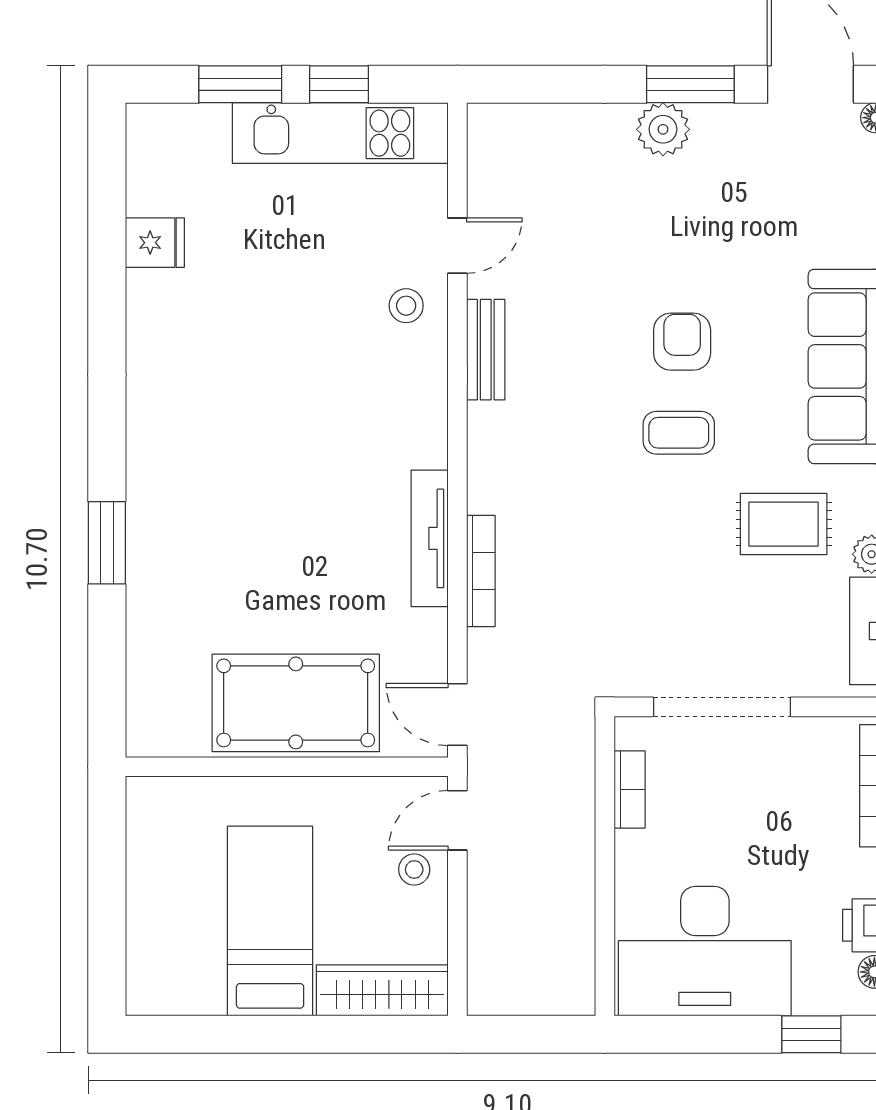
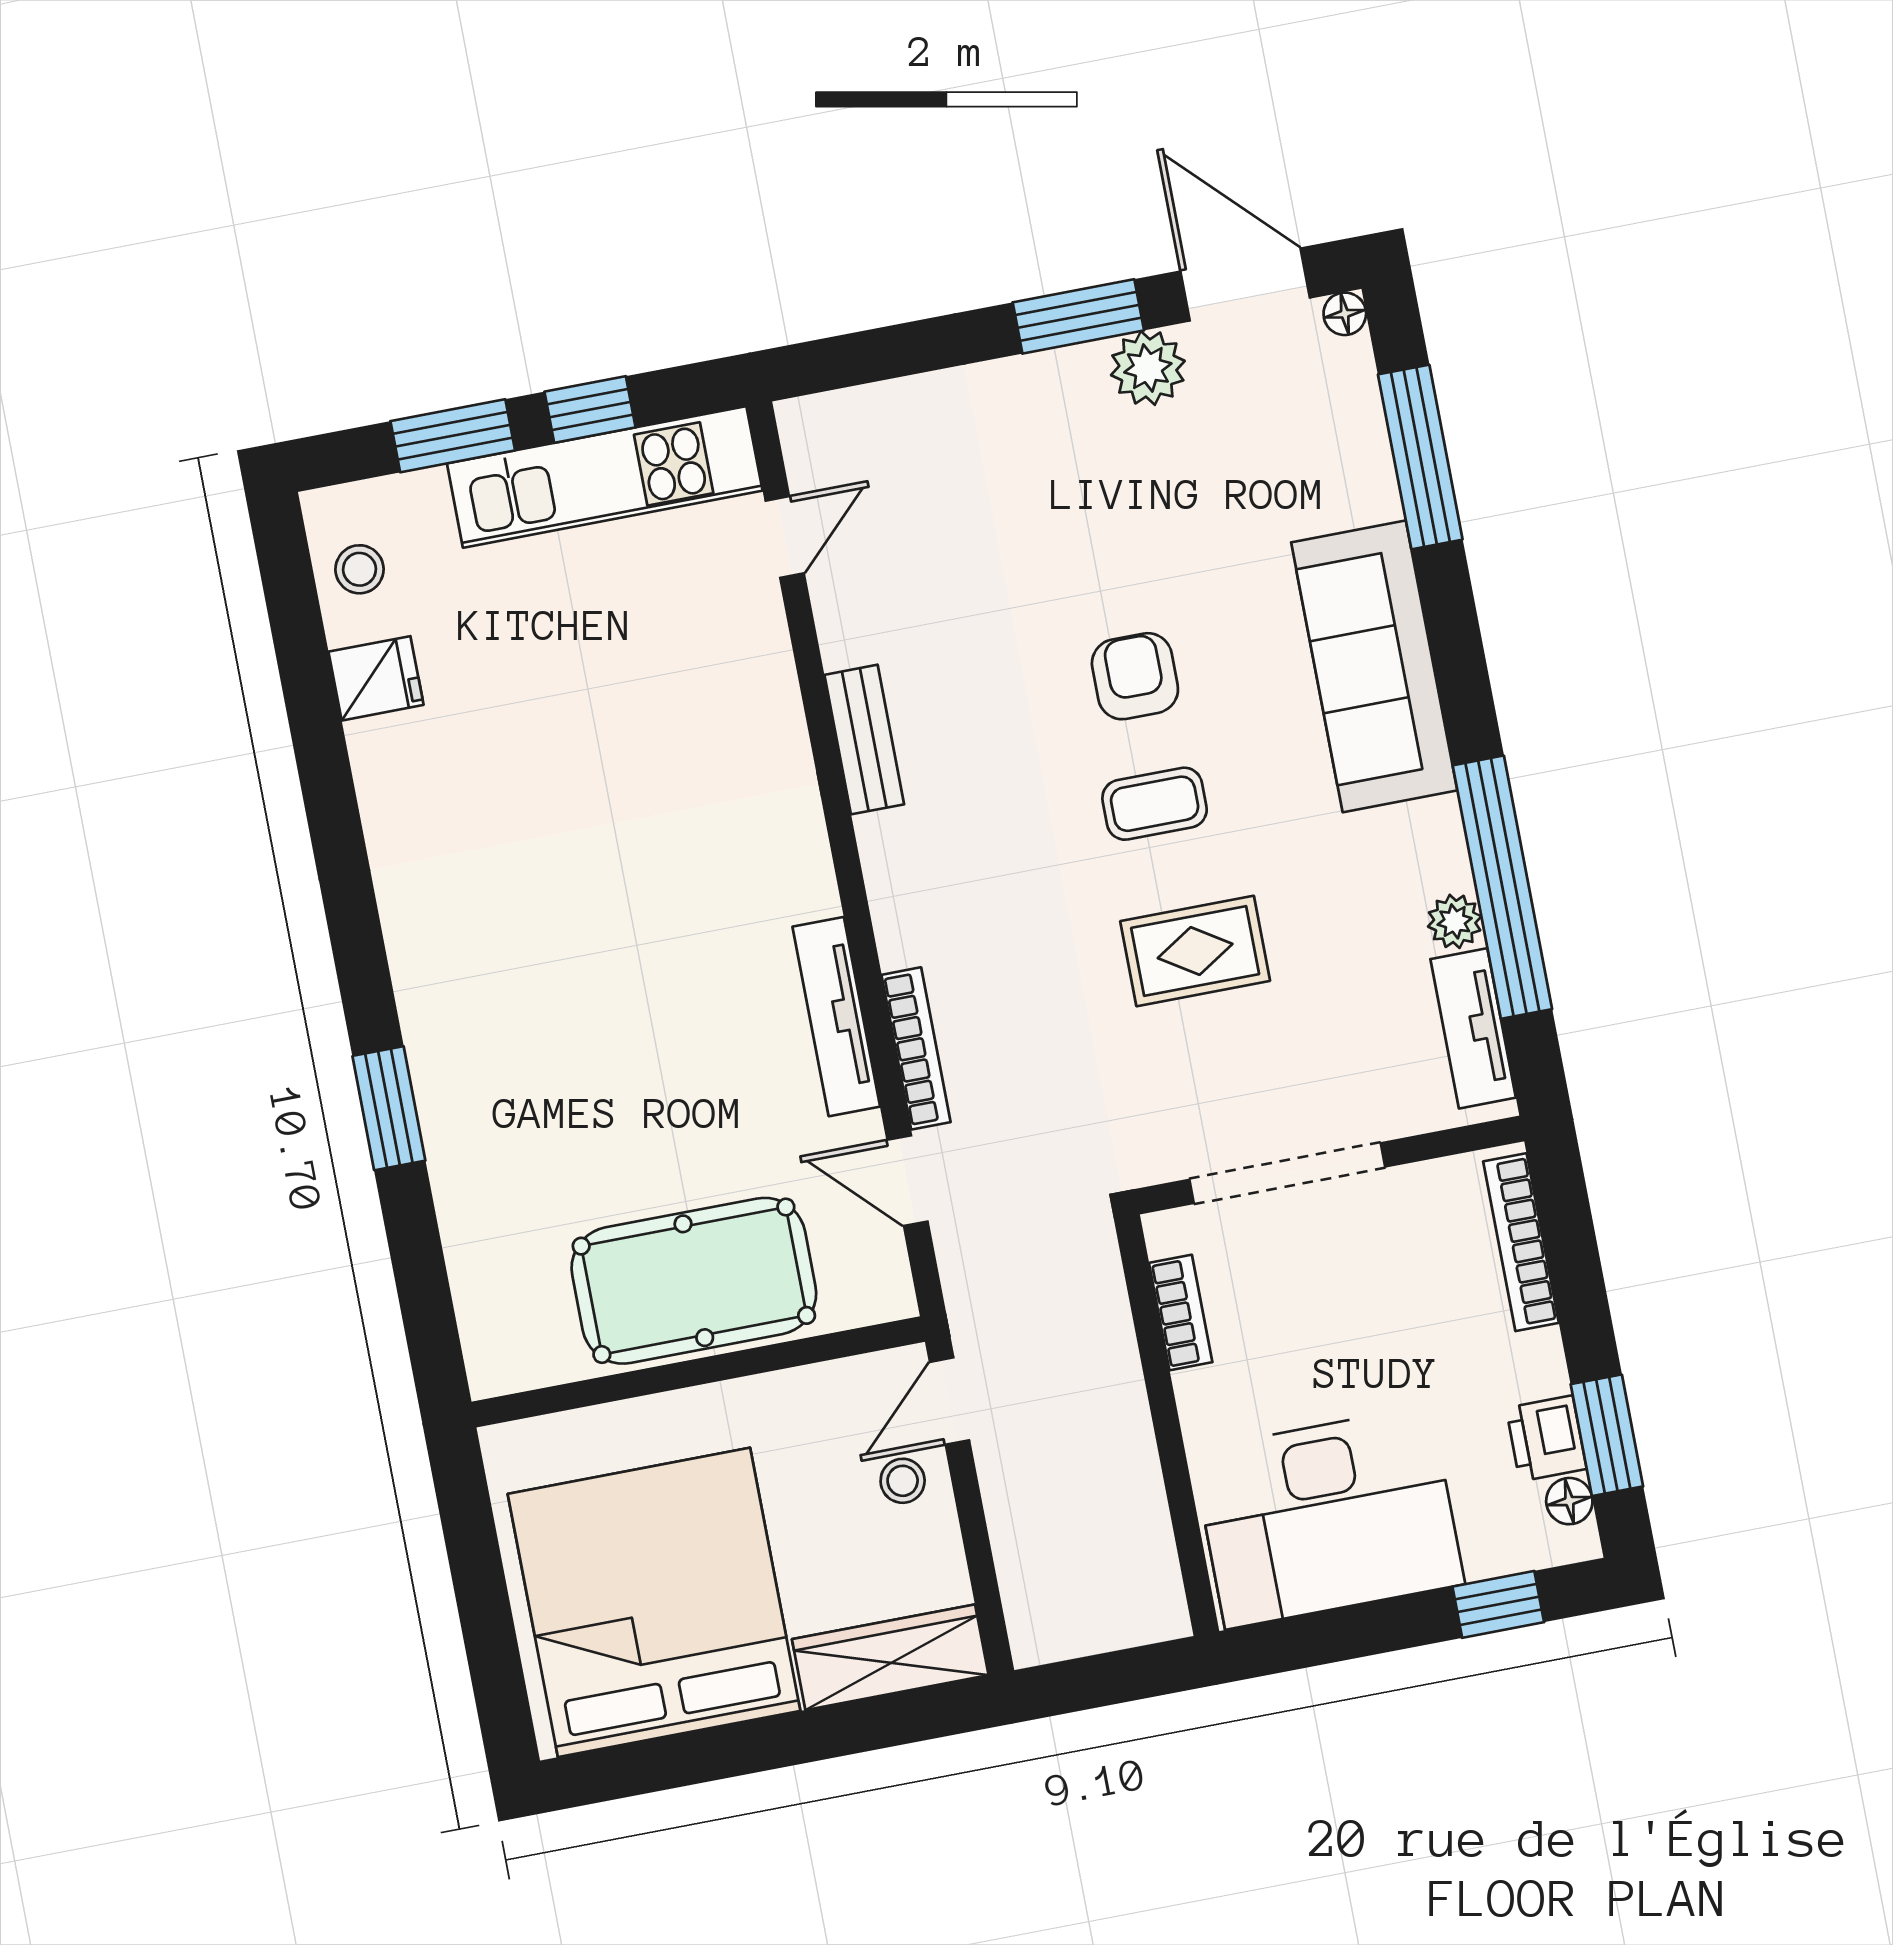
plant: (663, 129) -> (1148, 368), moved
door: (457, 246) -> (785, 537), moved
stool: (406, 306) -> (359, 569), moved
rug: (784, 524) -> (1195, 951), moved
door: (457, 715) -> (907, 1181), moved
bed: (270, 921) -> (654, 1602), width x2.04

